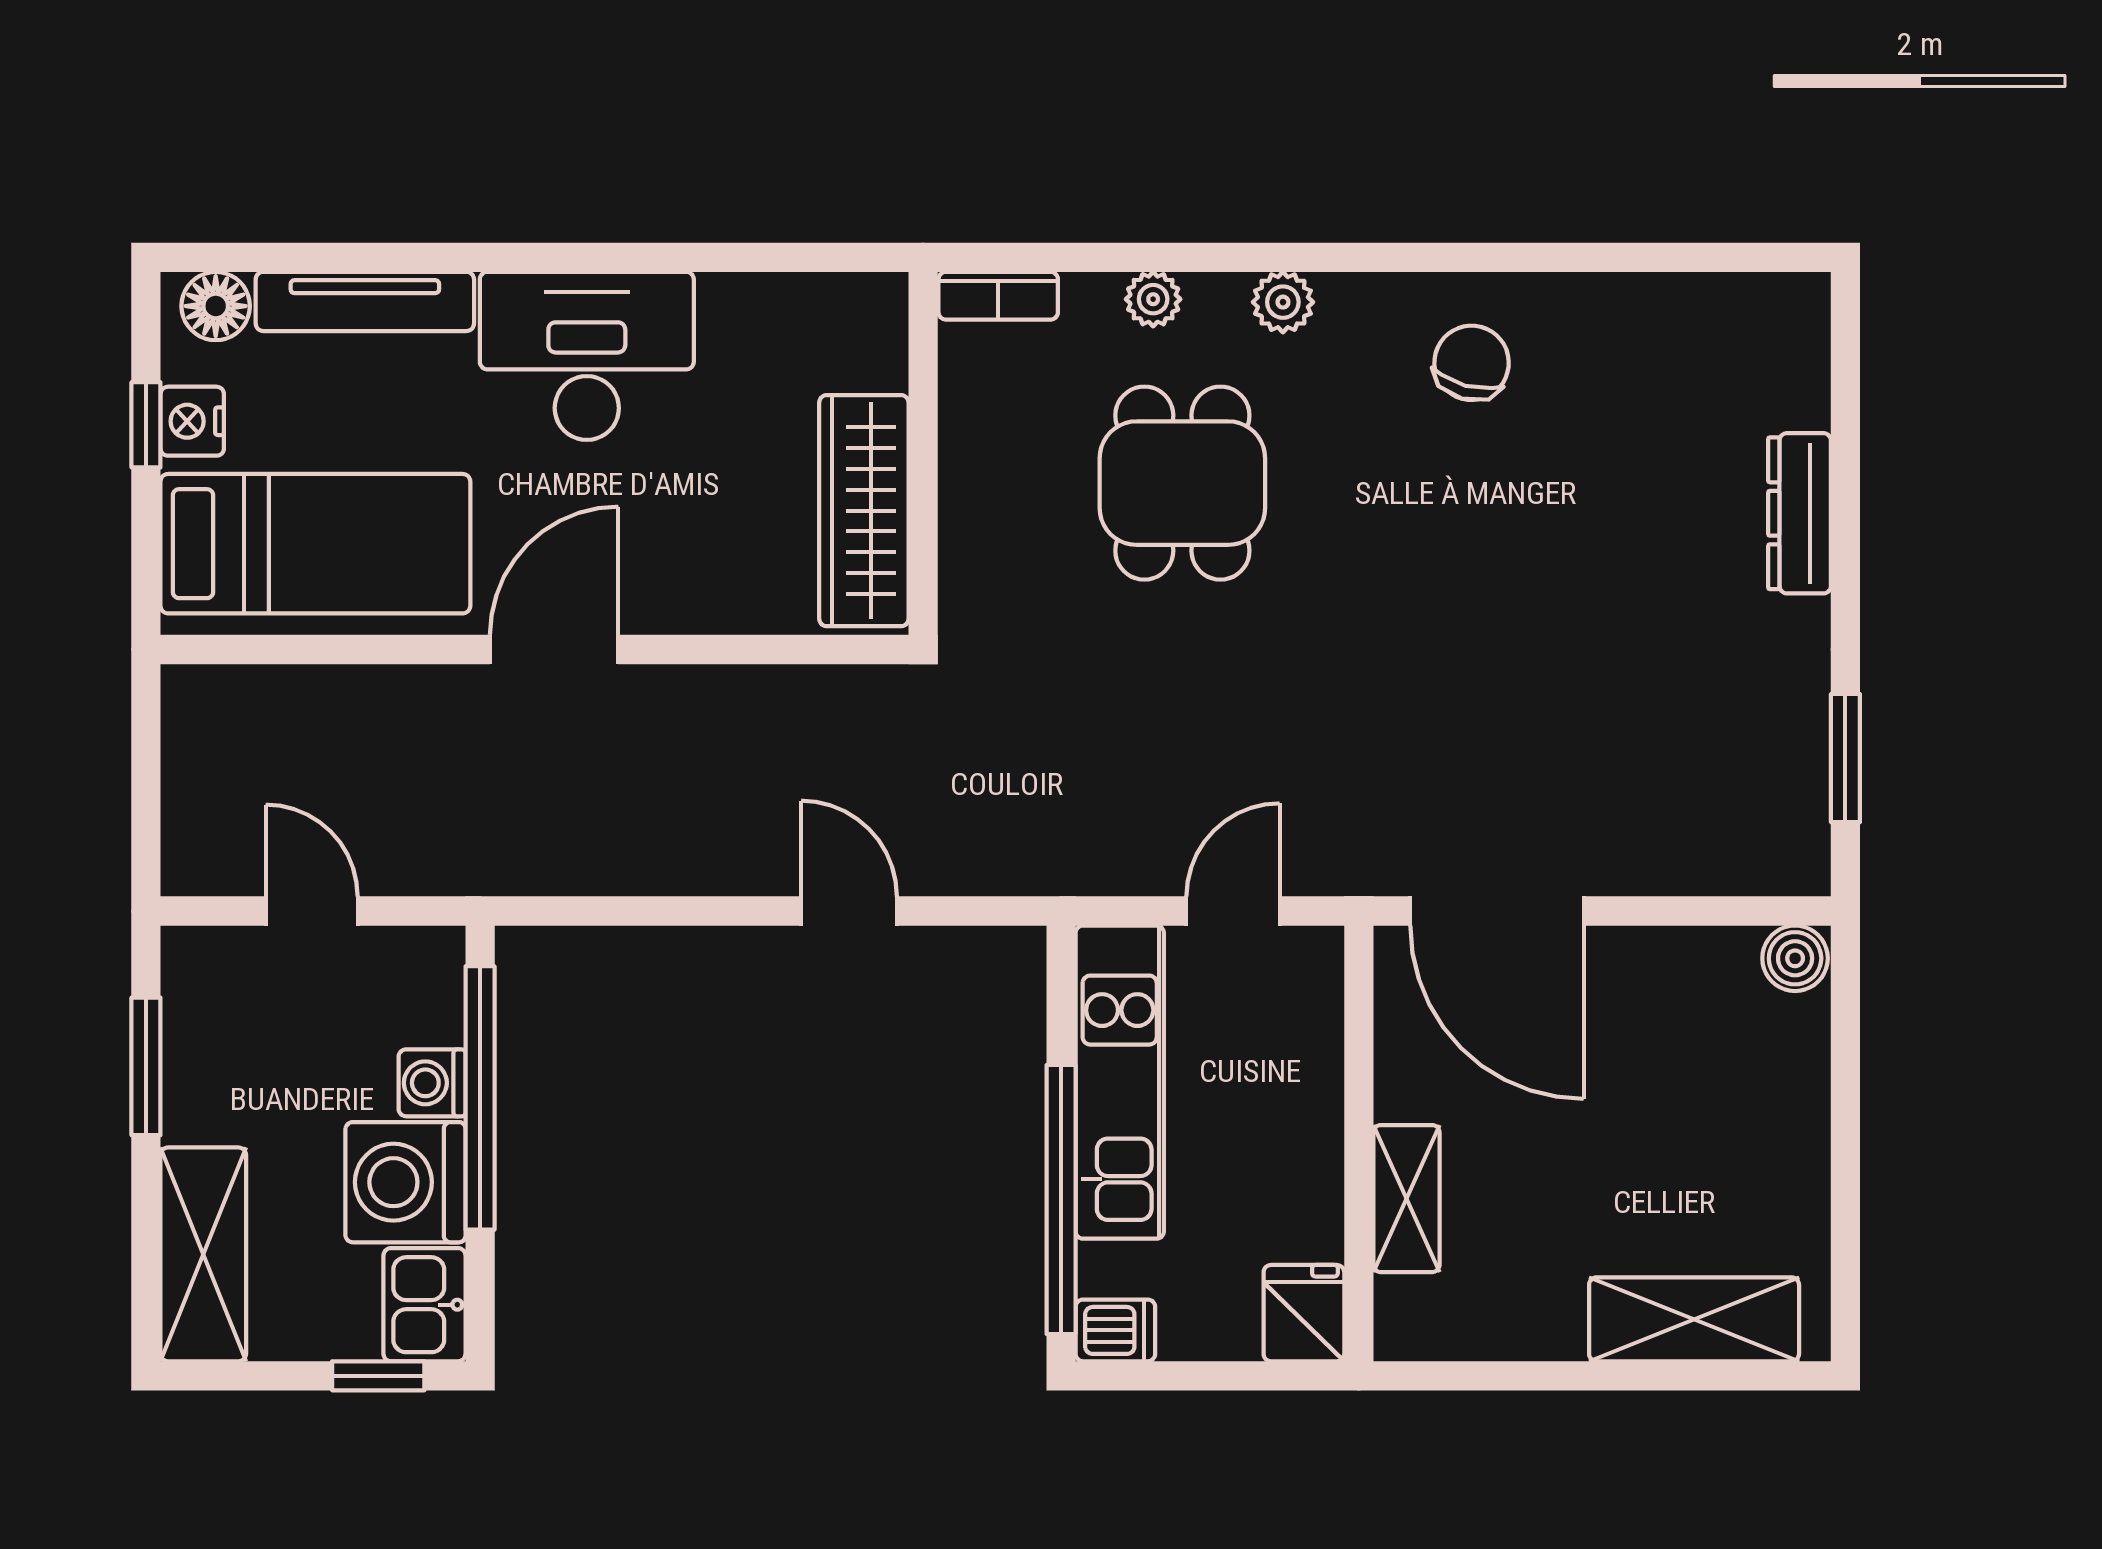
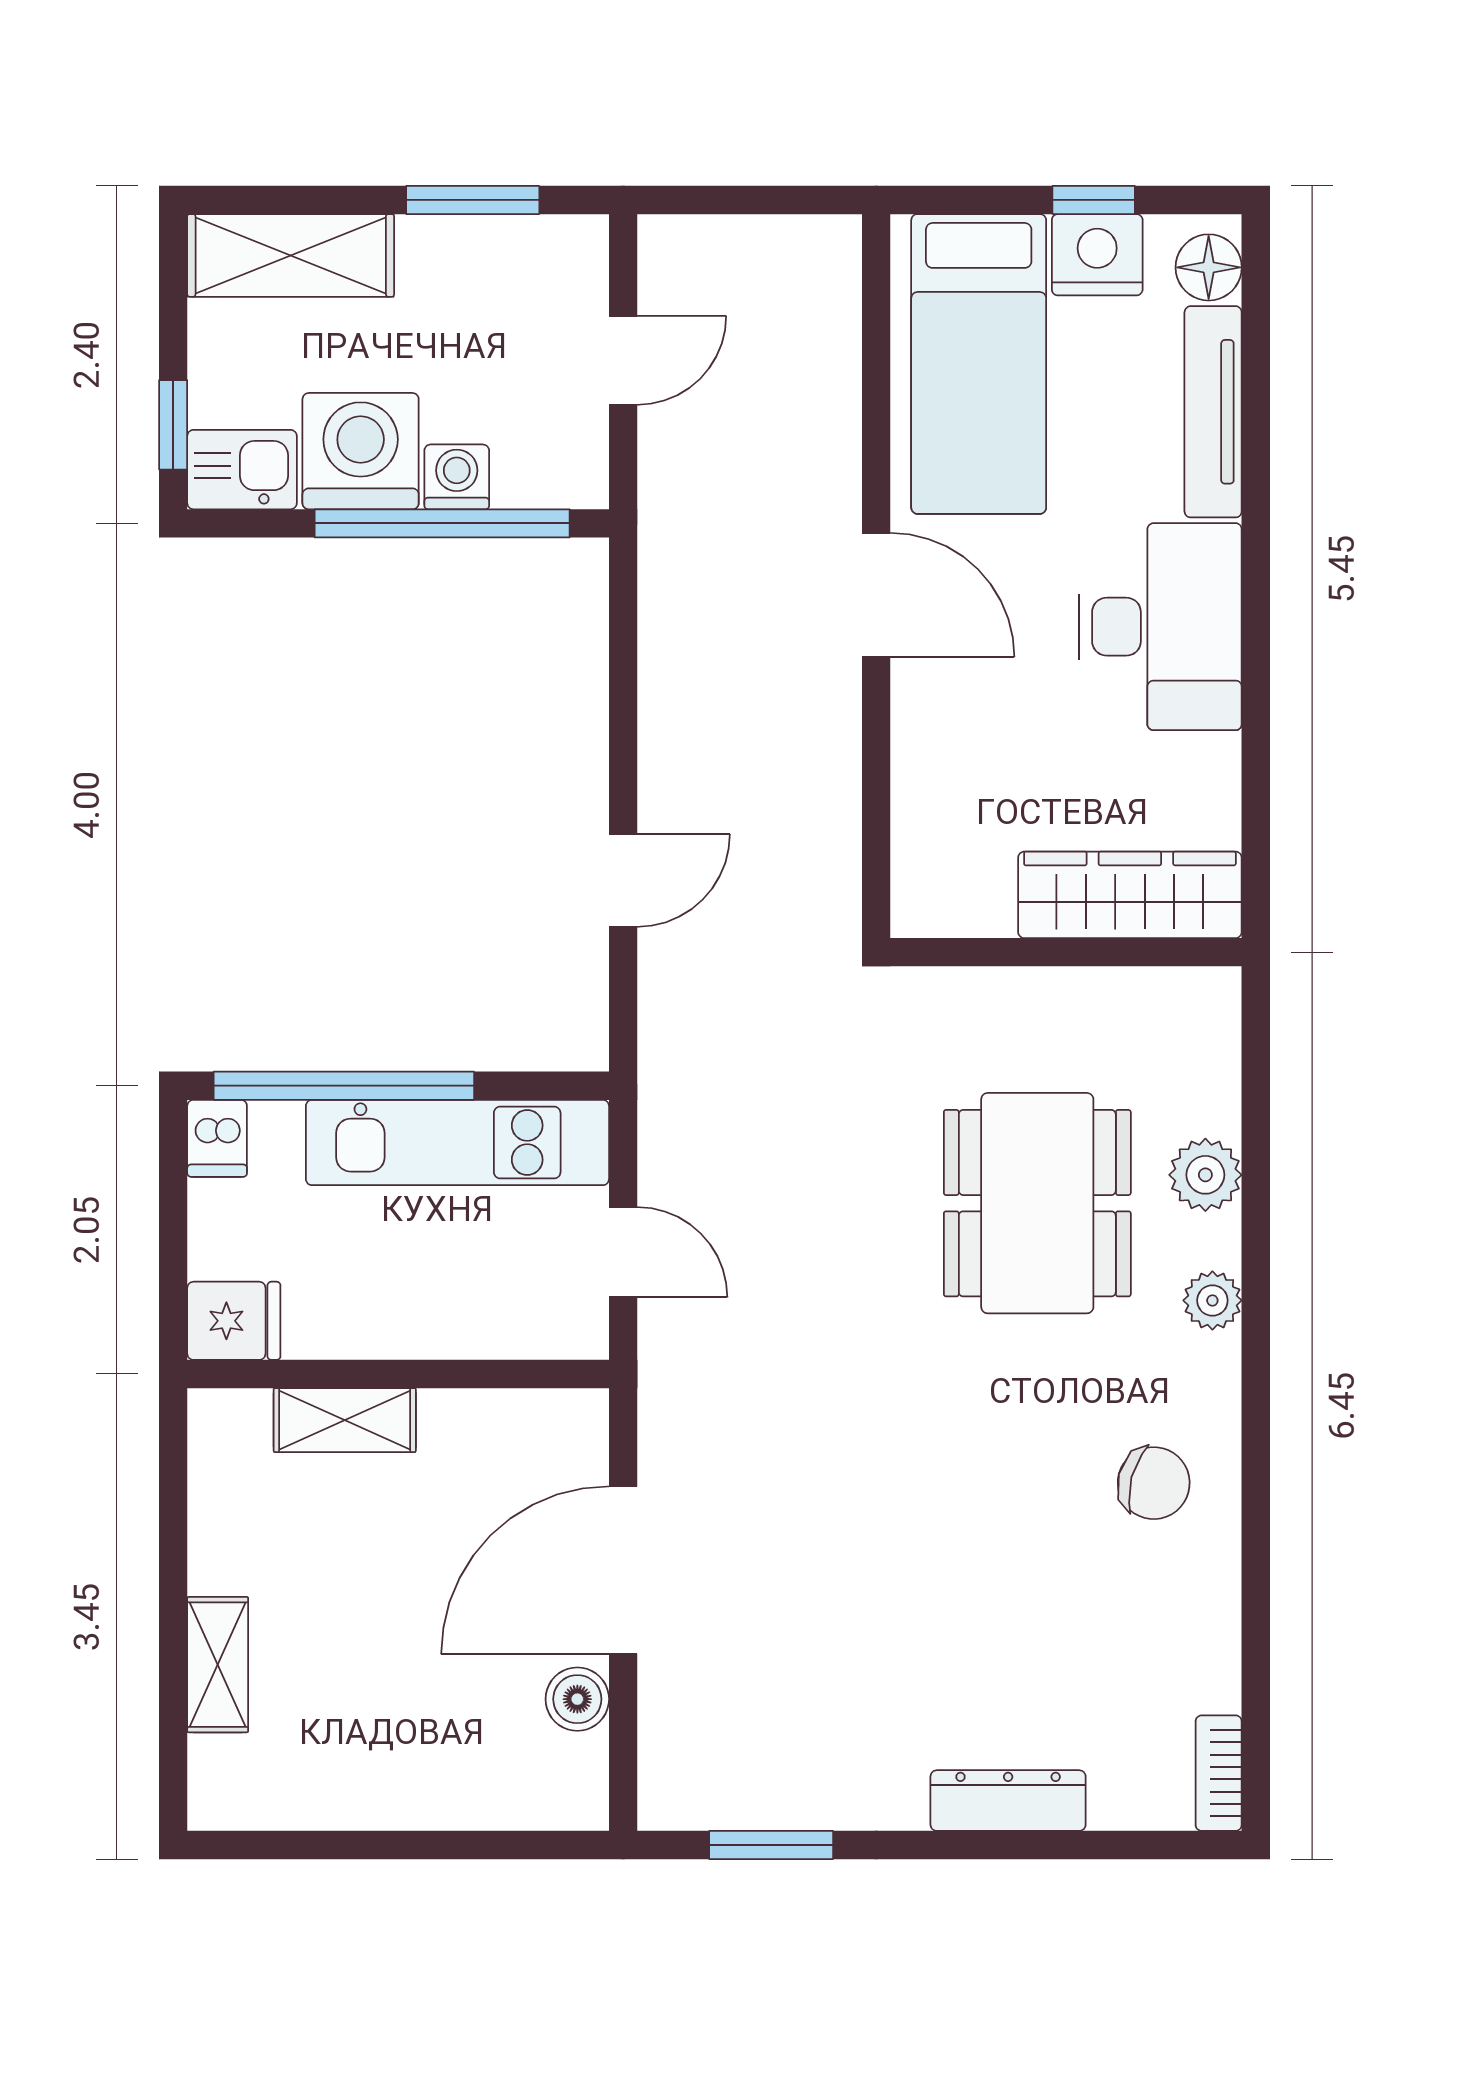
bookcase: (998, 296) -> (1219, 1773), moved
plant: (1153, 299) -> (1205, 1175), width x1.38, depth x1.38
nightstand: (192, 421) -> (1097, 255), width x1.36, depth x1.33
dining table: (1182, 483) -> (1037, 1203), width x1.38
wardrobe: (864, 511) -> (1130, 895), moved
door: (1497, 911) -> (623, 1570), moved
boiler: (1795, 958) -> (577, 1699), moved
shelving: (1694, 1319) -> (218, 1665), width x0.67, depth x0.75

